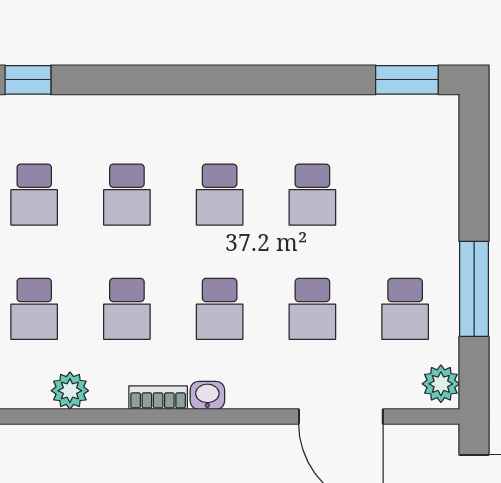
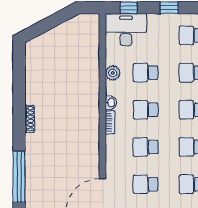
plant: (70, 391) -> (113, 73), moved
washbasin: (207, 395) -> (111, 103), moved

